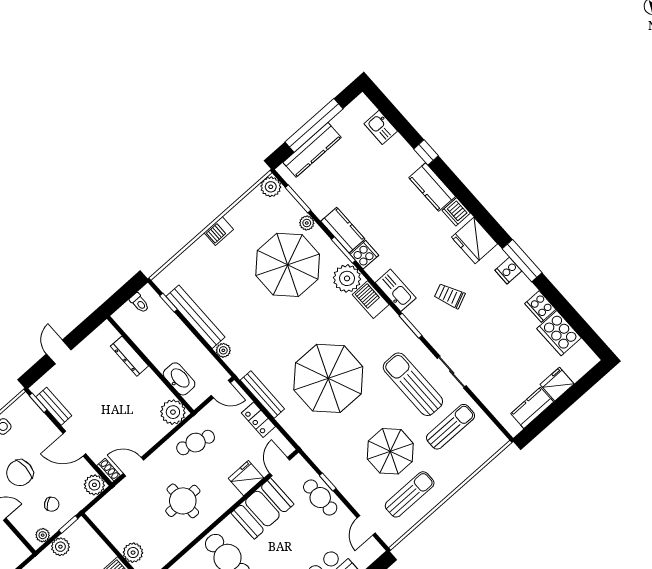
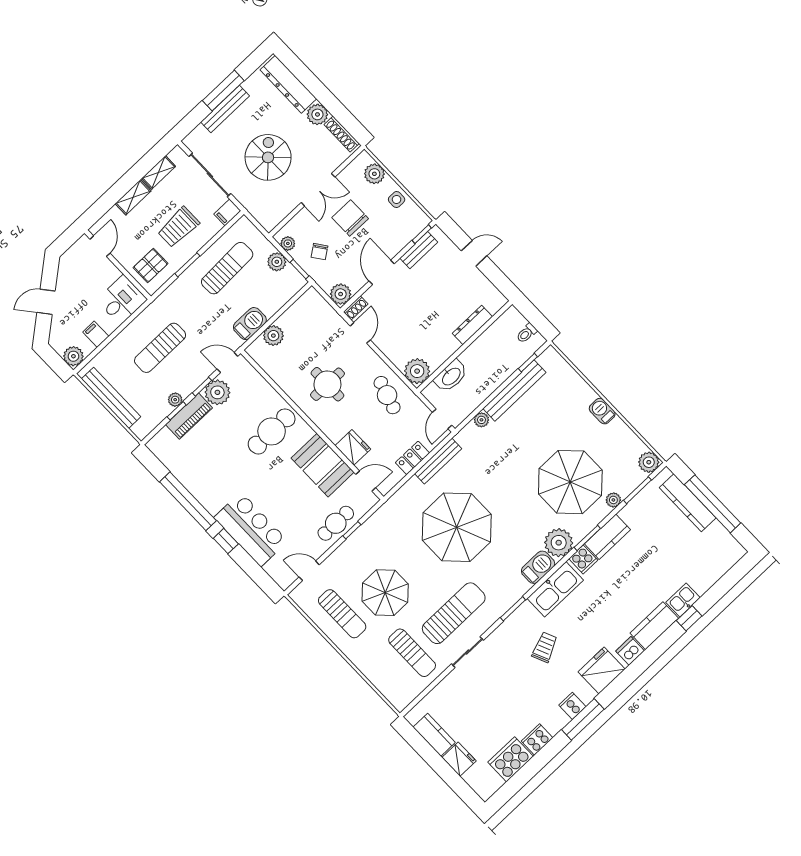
kitchen sink: (381, 127) -> (683, 600), moved
kitchen sink: (396, 290) -> (555, 589), width x1.36, depth x1.24

